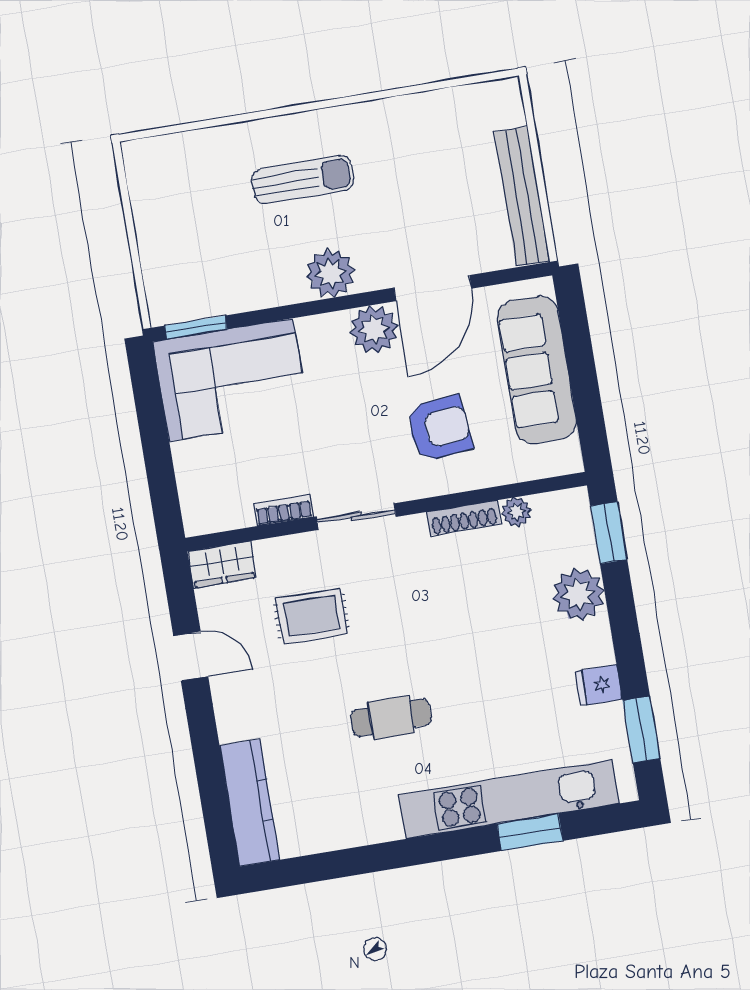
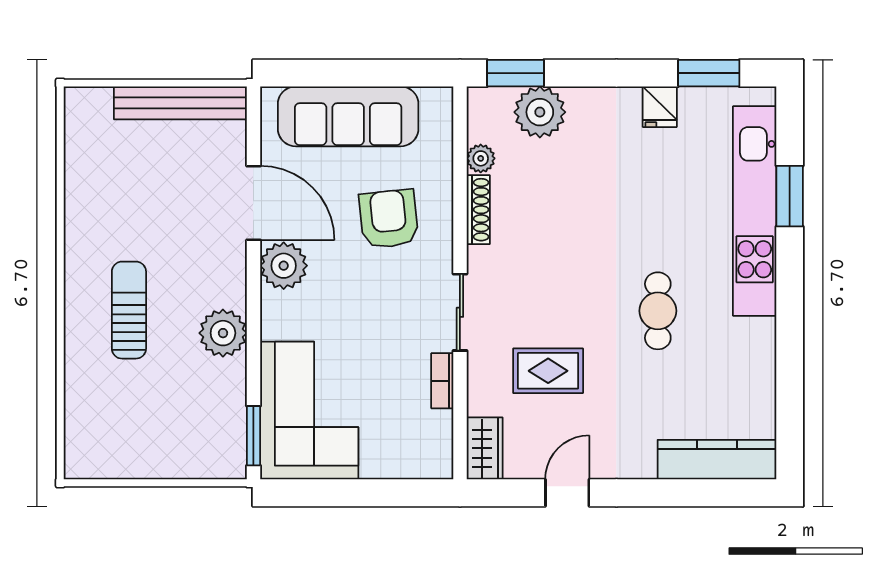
plant: (330, 273) -> (223, 333), moved
plant: (578, 594) -> (540, 112), moved
rug: (312, 616) -> (548, 371), turned 90

